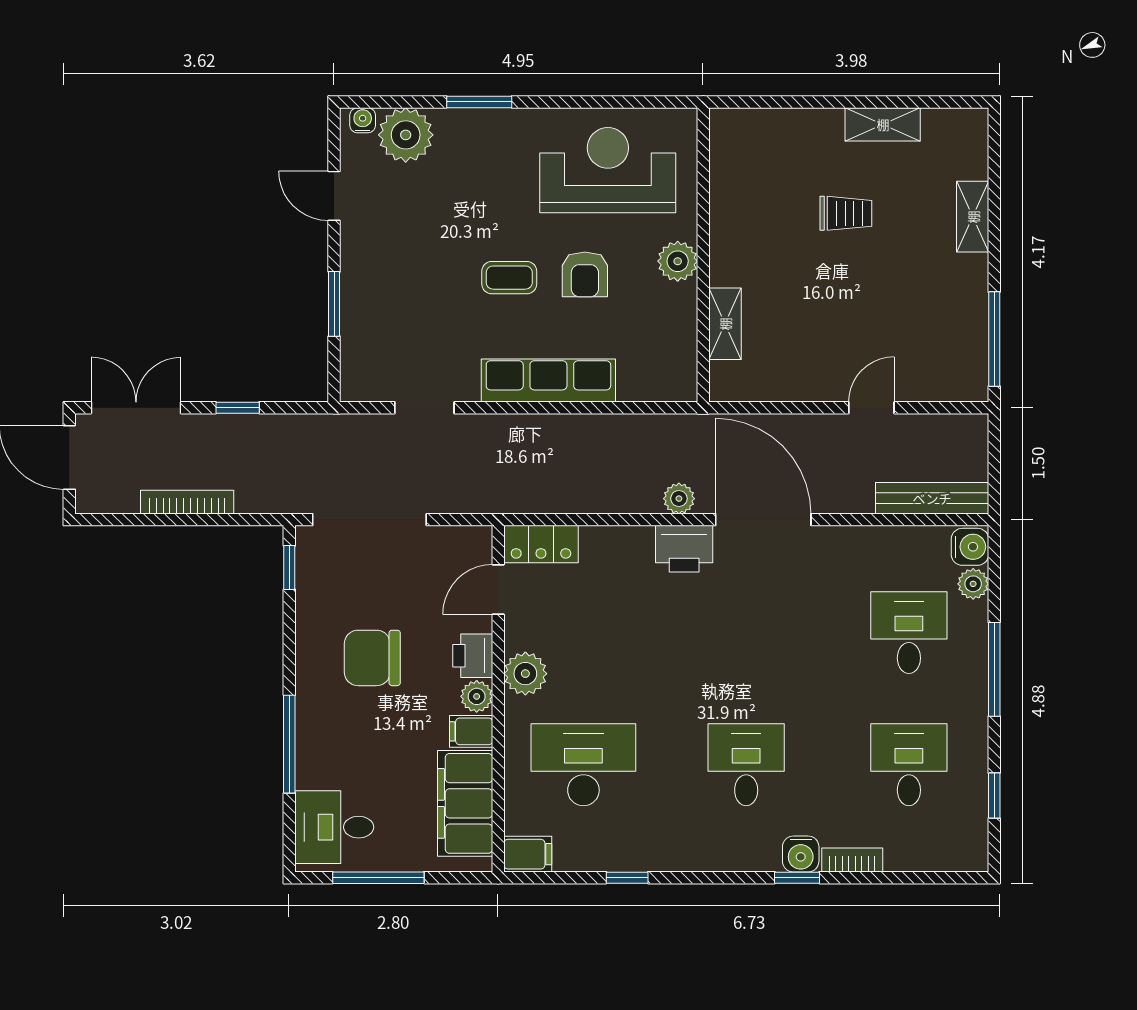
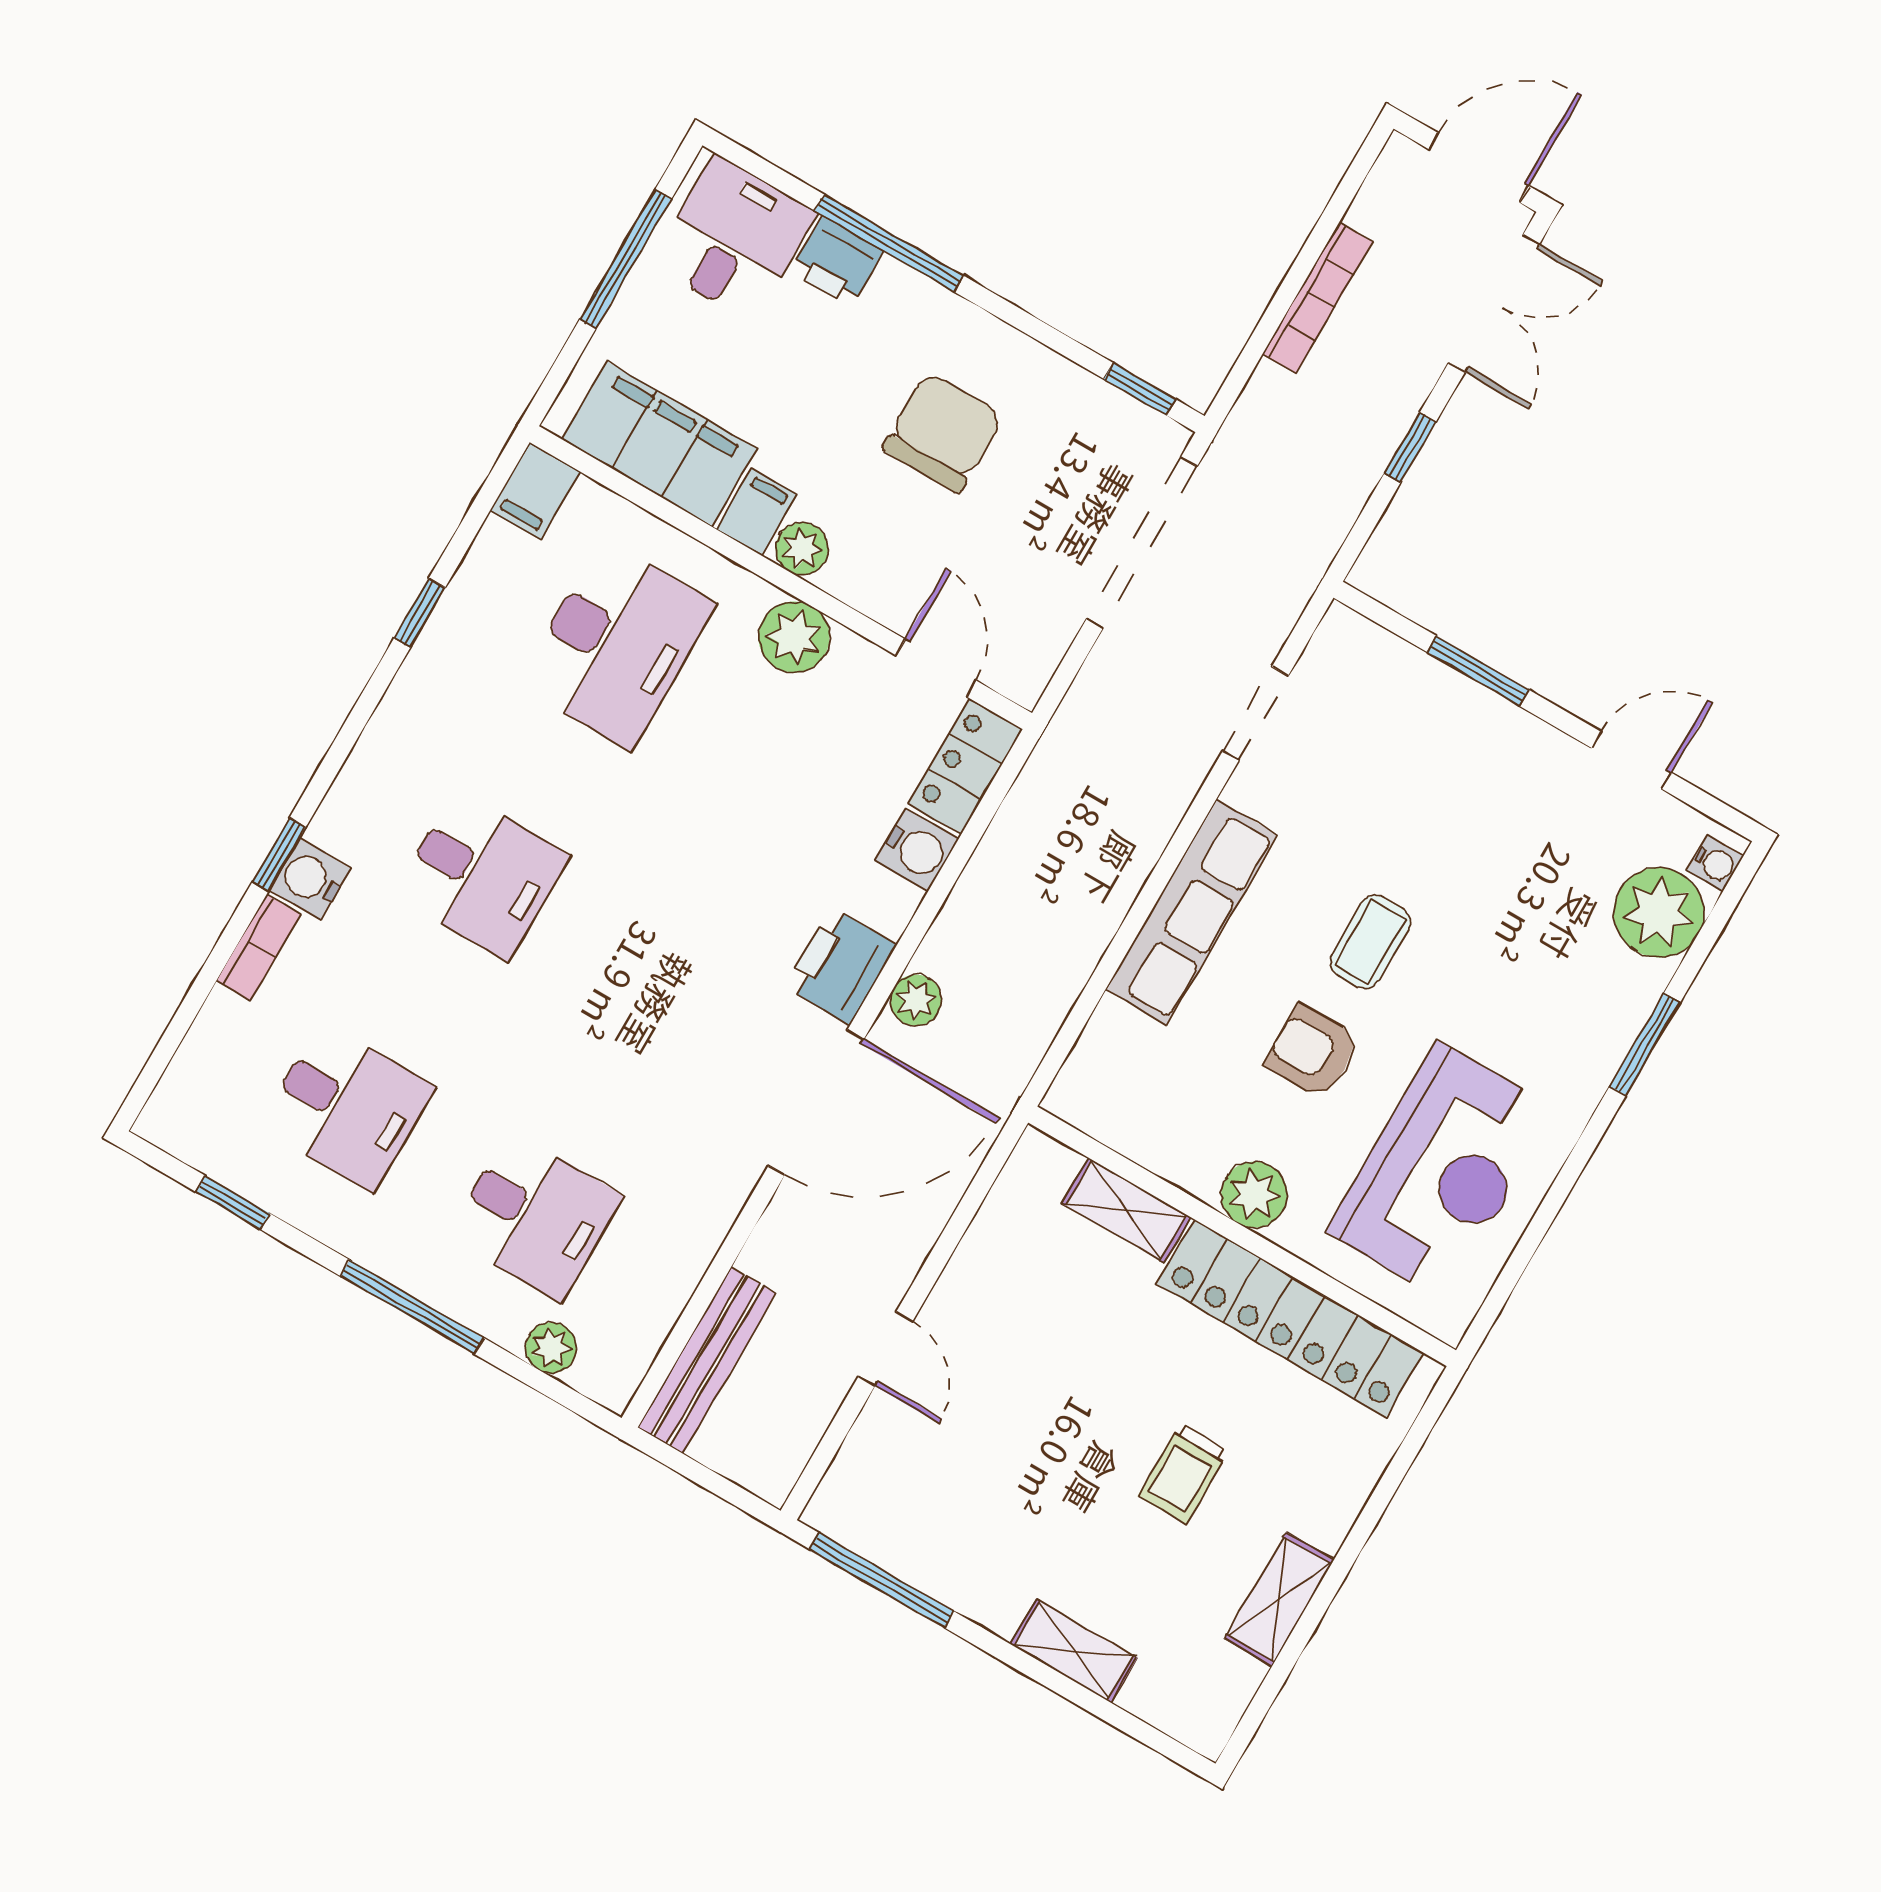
locker: (732, 204) -> (1290, 1318), added
water cooler: (970, 547) -> (917, 850), moved, turned -90
printer: (473, 656) -> (837, 261), moved, turned 180

